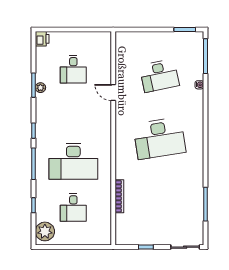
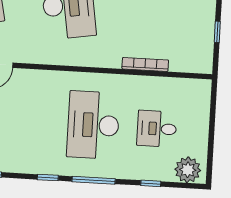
desk: (73, 161) -> (93, 125), turned 180
desk: (73, 207) -> (157, 129), turned 180

